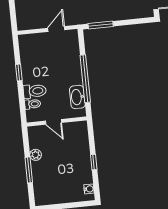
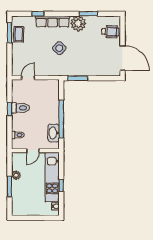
door: (56, 29) -> (28, 78), moved
toilet: (35, 91) -> (20, 108), moved
door: (54, 122) -> (33, 151), hinge flipped
kitchen unit: (81, 152) -> (52, 177), added

